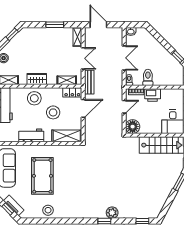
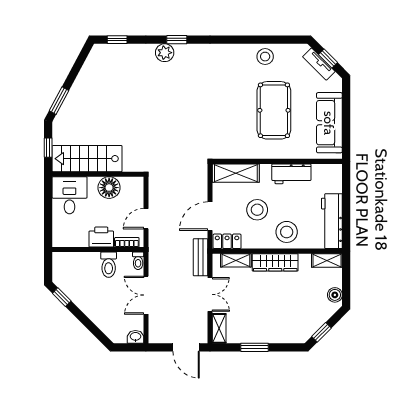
double door: (83, 58) -> (210, 294), swing flipped
wardrobe: (37, 79) -> (275, 262), width x1.50
floor lamp: (133, 127) -> (109, 188), moved

